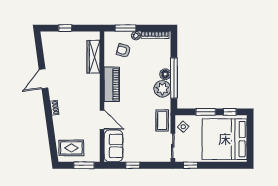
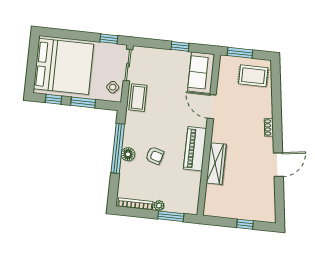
armchair: (123, 51) -> (155, 156), moved
wardrobe: (94, 57) -> (216, 164), moved
plant: (162, 89) -> (133, 137), removed

